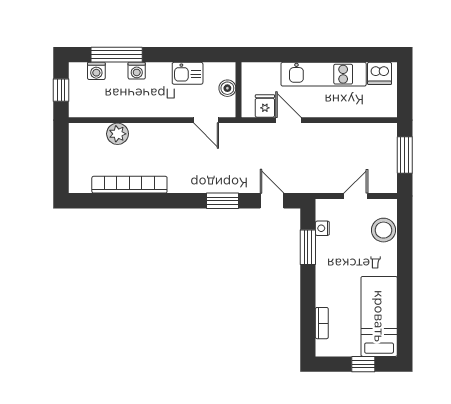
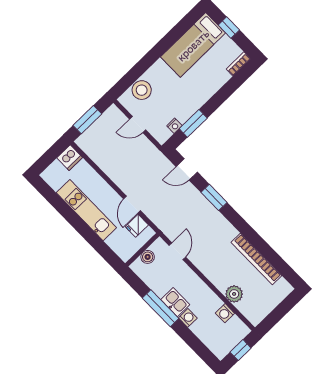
window: (117, 55) -> (161, 308), moved
washing machine: (96, 71) -> (225, 313), moved, turned 180
kitchen sink: (188, 73) -> (175, 302), moved
dishwasher: (380, 73) -> (70, 158), moved, turned 90
door: (272, 201) -> (187, 169), hinge flipped
bookcase: (322, 323) -> (238, 64), moved

